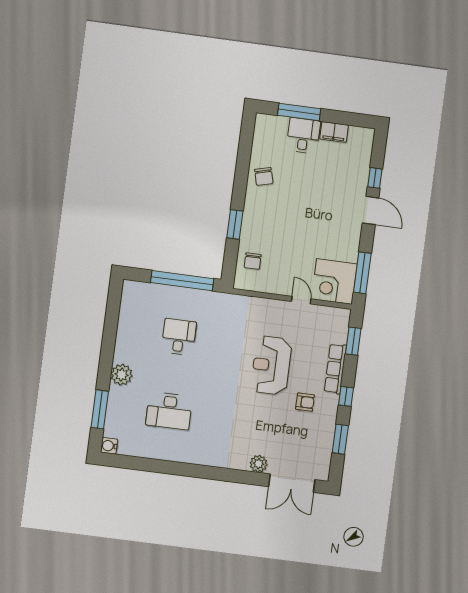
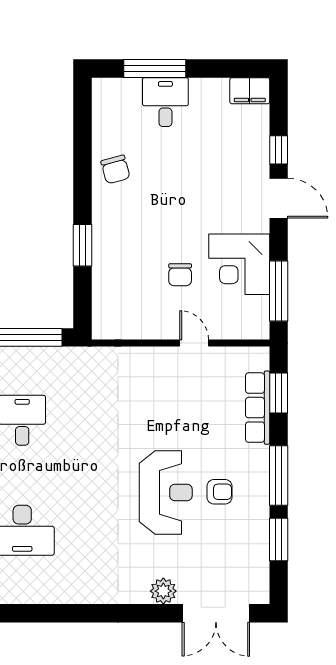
filing cabinet: (334, 132) -> (250, 91), moved
chair: (253, 261) -> (180, 275), moved
corner desk: (334, 281) -> (239, 264), moved
reception desk: (271, 365) -> (166, 492), moved, turned 180
row of seats: (335, 369) -> (258, 408), moved
window: (346, 396) -> (279, 476), width x2.17

